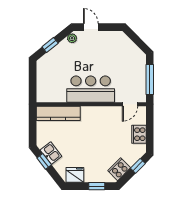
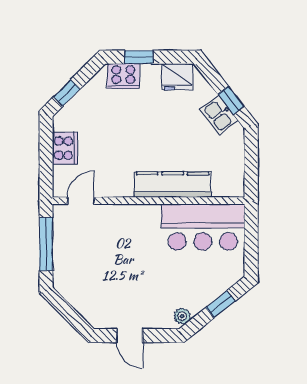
door: (91, 27) -> (130, 336), moved
bar counter: (91, 89) -> (203, 227), moved
kitchen counter: (58, 113) -> (173, 185), moved
cooker: (119, 169) -> (123, 76), moved, turned 45

